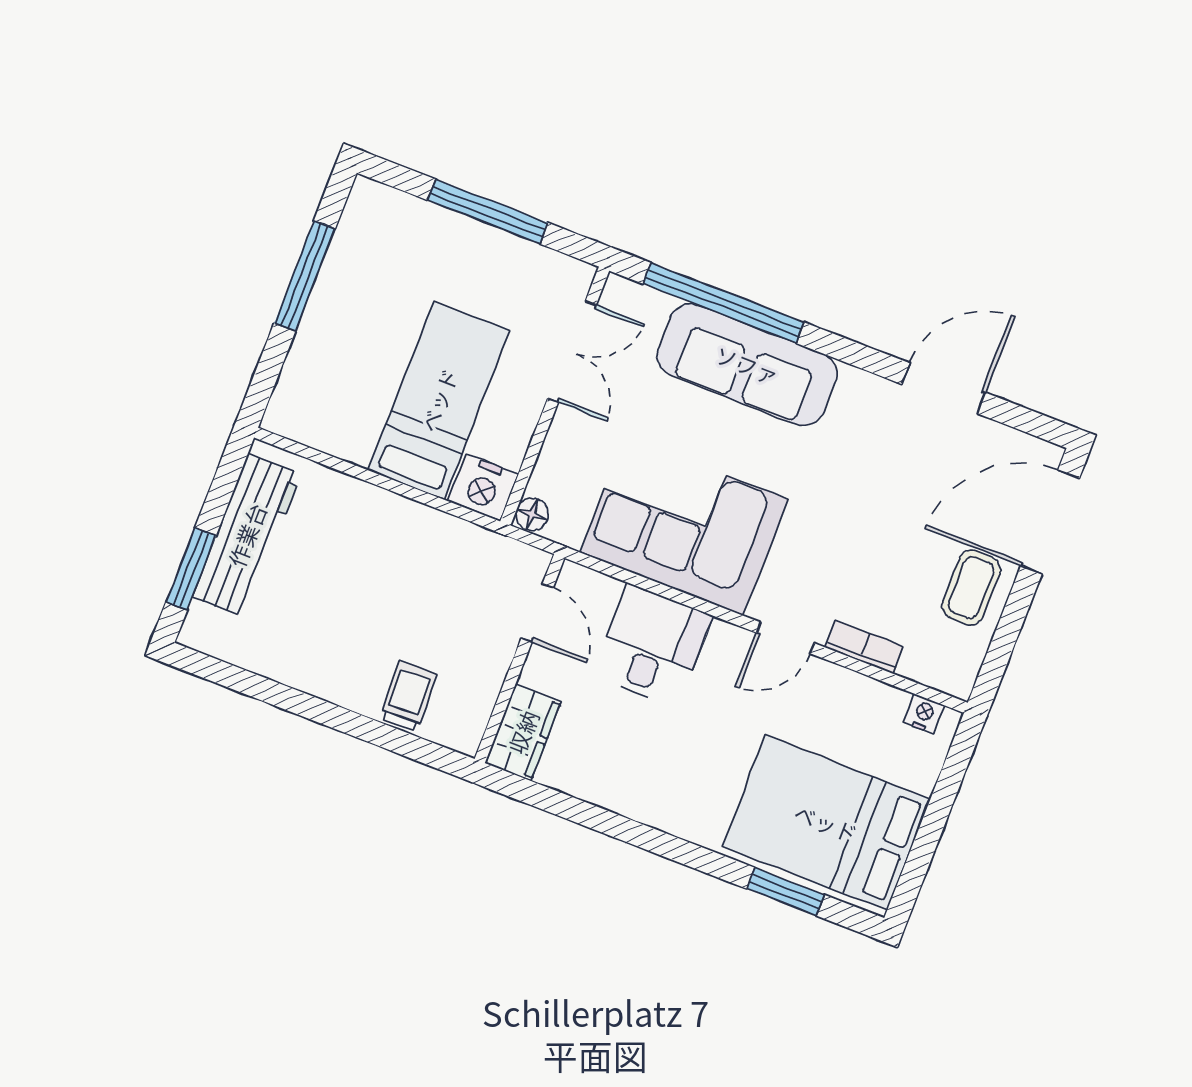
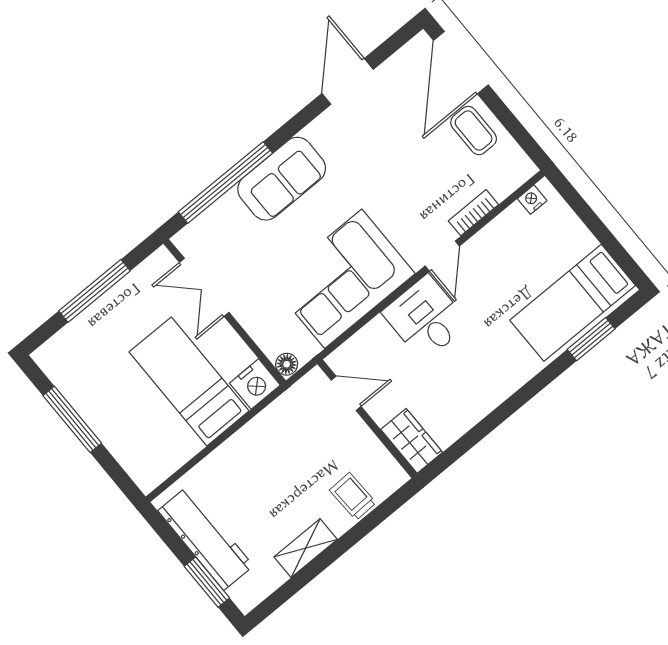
double door: (572, 352) -> (204, 287), swing flipped
sofa: (747, 365) -> (282, 179), width x0.73
desk: (652, 646) -> (426, 318), moved
shelving: (307, 673) -> (306, 548), added
bed: (826, 823) -> (573, 303), width x0.67

